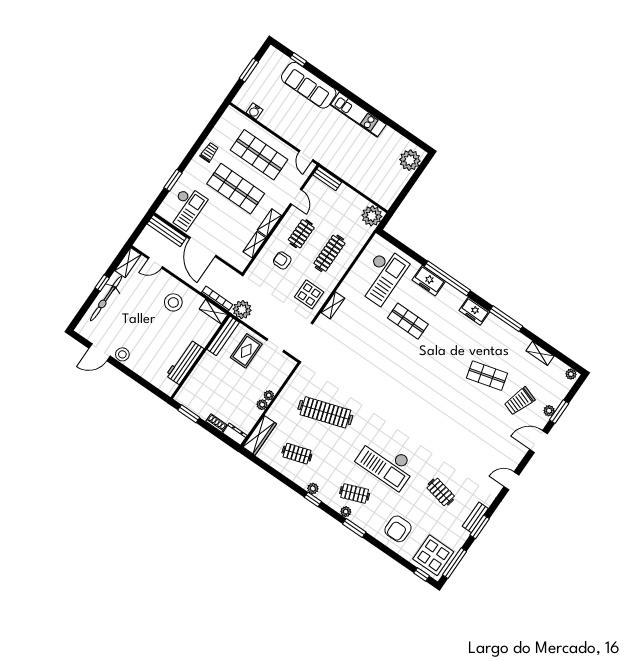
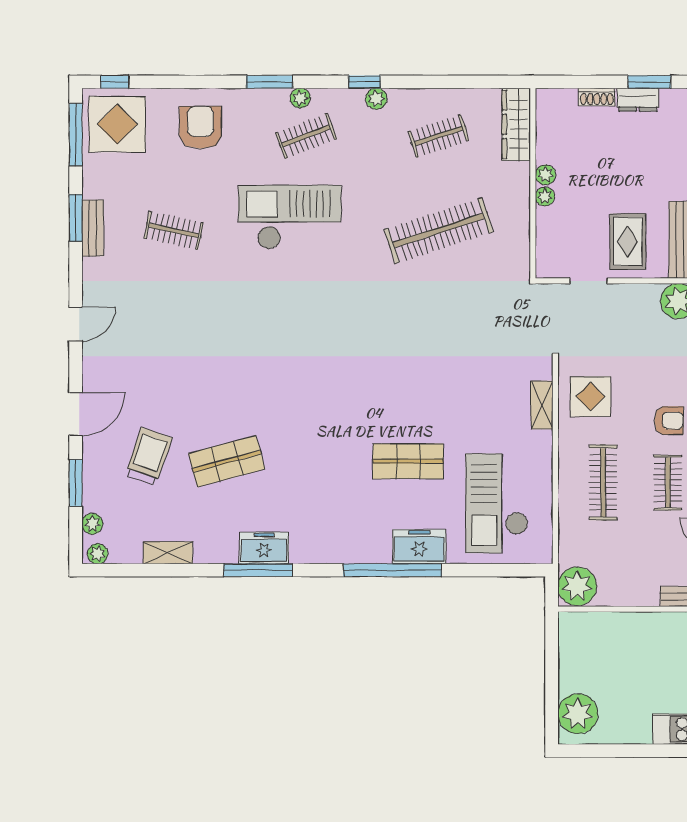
freezer: (474, 311) -> (264, 548), moved
plant: (549, 411) -> (92, 524), moved
dresser: (235, 434) -> (638, 100), moved

